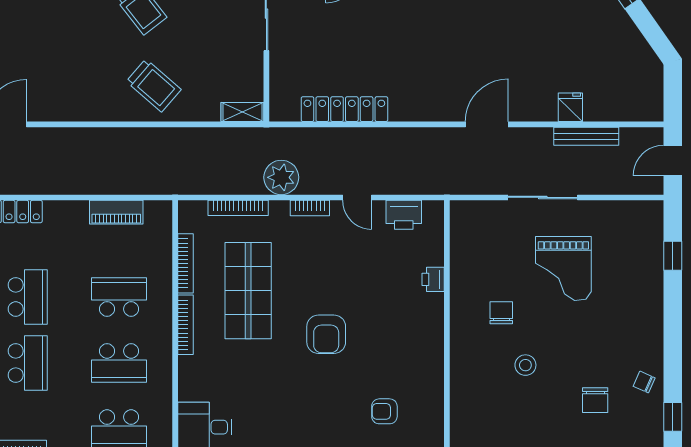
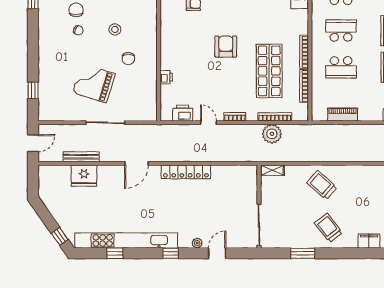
fridge: (570, 107) -> (84, 176), width x1.88, depth x1.34
locker: (344, 109) -> (186, 172), moved
plant: (281, 177) -> (272, 134), moved
grand piano: (563, 268) -> (94, 83), turned -73
chair: (644, 382) -> (78, 30), moved

